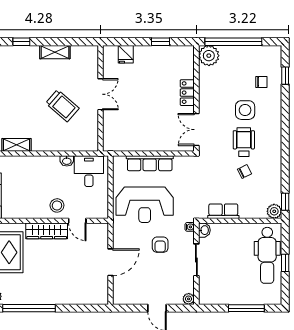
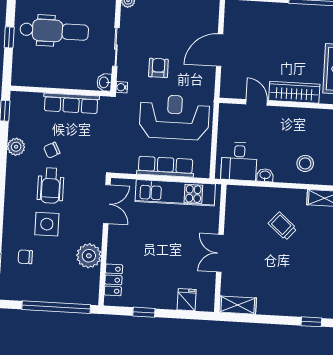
shelving: (55, 52) -> (238, 305), moved
plant: (209, 56) -> (89, 256), moved
locker: (187, 93) -> (113, 280), moved
trolley: (62, 106) -> (283, 226), moved, width x0.73, depth x0.72
kitchen unit: (140, 142) -> (175, 193), added
stool: (57, 205) -> (305, 163), moved
row of seats: (223, 211) -> (71, 103), width x1.48
plant: (274, 211) -> (16, 147), moved
dental chair: (267, 255) -> (54, 31), moved, turned 90

